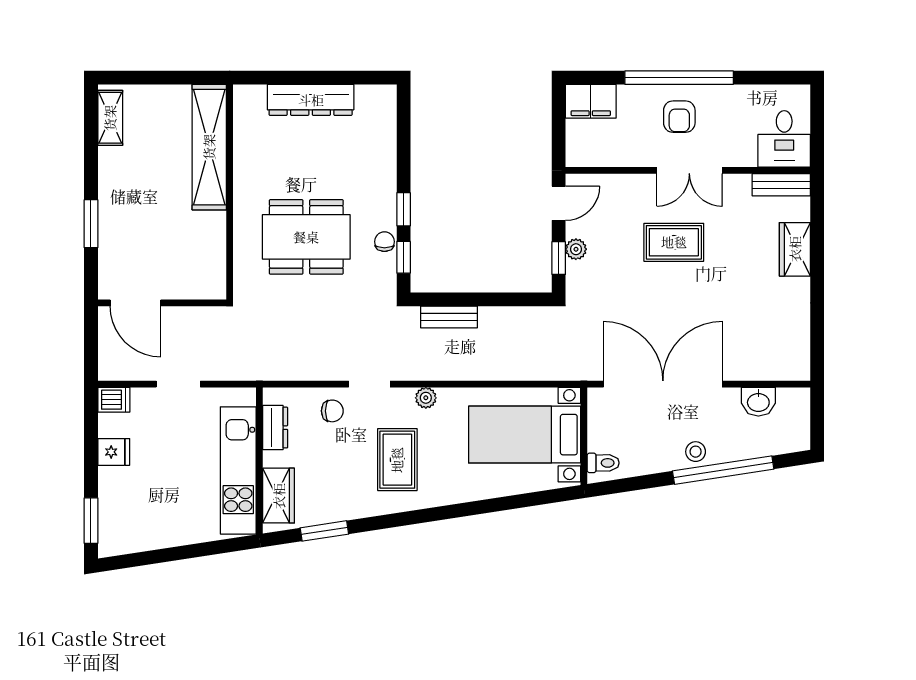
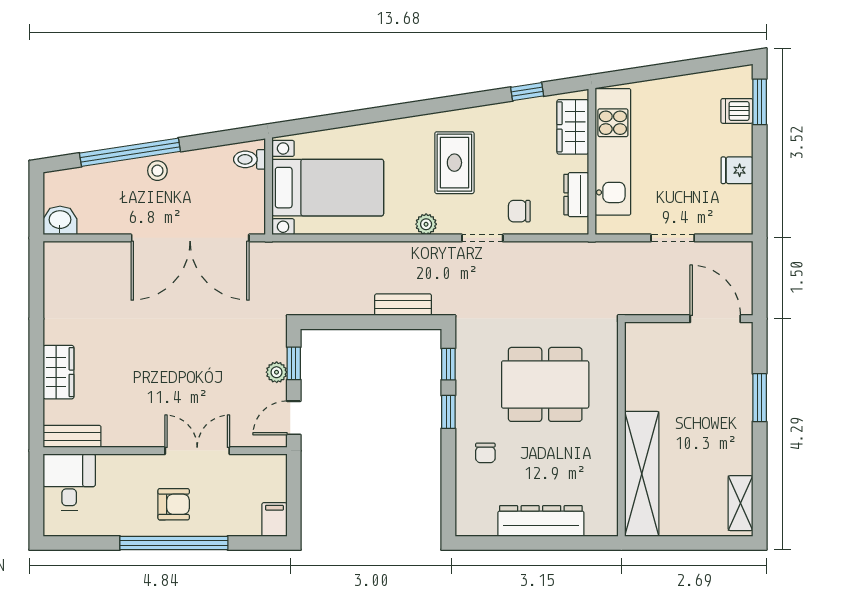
filing cabinet: (591, 101) -> (274, 519), width x0.50
armchair: (679, 117) -> (174, 504), turned 90
double door: (689, 170) -> (197, 451), moved
chair: (384, 242) -> (485, 453), moved
rug: (674, 242) -> (179, 379), removed
dishwasher: (114, 400) -> (737, 111), moved
washbasin: (758, 402) -> (60, 220), moved
window: (324, 531) -> (527, 92), width x0.67

